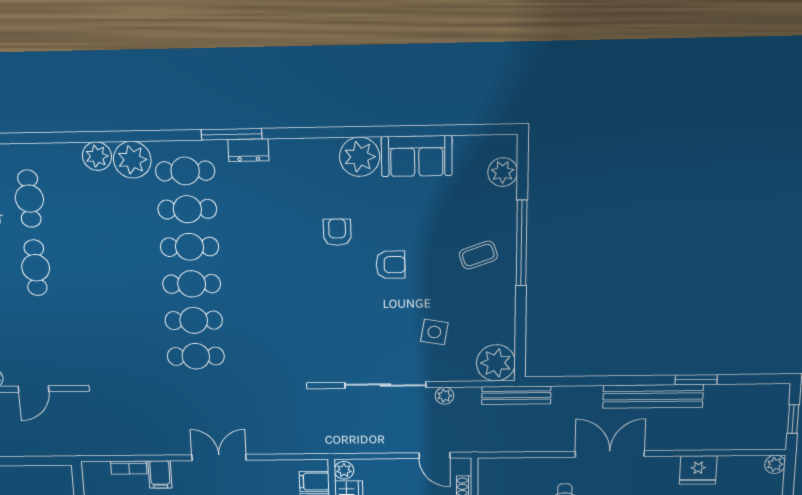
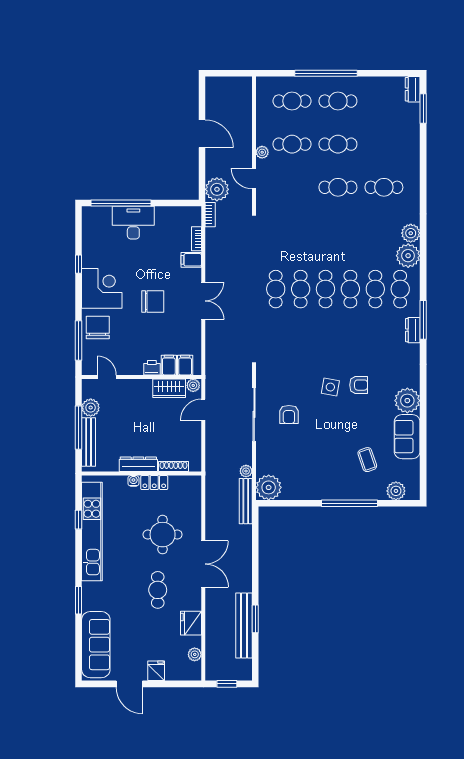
coffee table: (478, 255) -> (367, 460), moved
armchair: (391, 265) -> (289, 414), moved
side table: (434, 332) -> (330, 387), moved
plant: (444, 396) -> (246, 471), moved
bench: (653, 396) -> (244, 625), moved
plant: (54, 440) -> (217, 189), added
bookcase: (92, 449) -> (210, 215), added
door: (434, 455) -> (203, 410), moved
plant: (775, 464) -> (195, 654), moved

